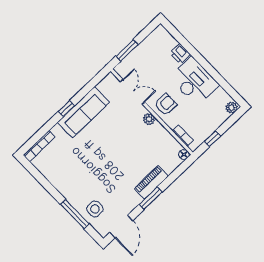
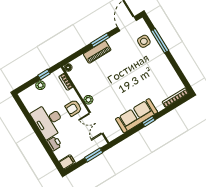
filing cabinet: (159, 34) -> (67, 162), added
plant: (232, 107) -> (40, 85), moved

